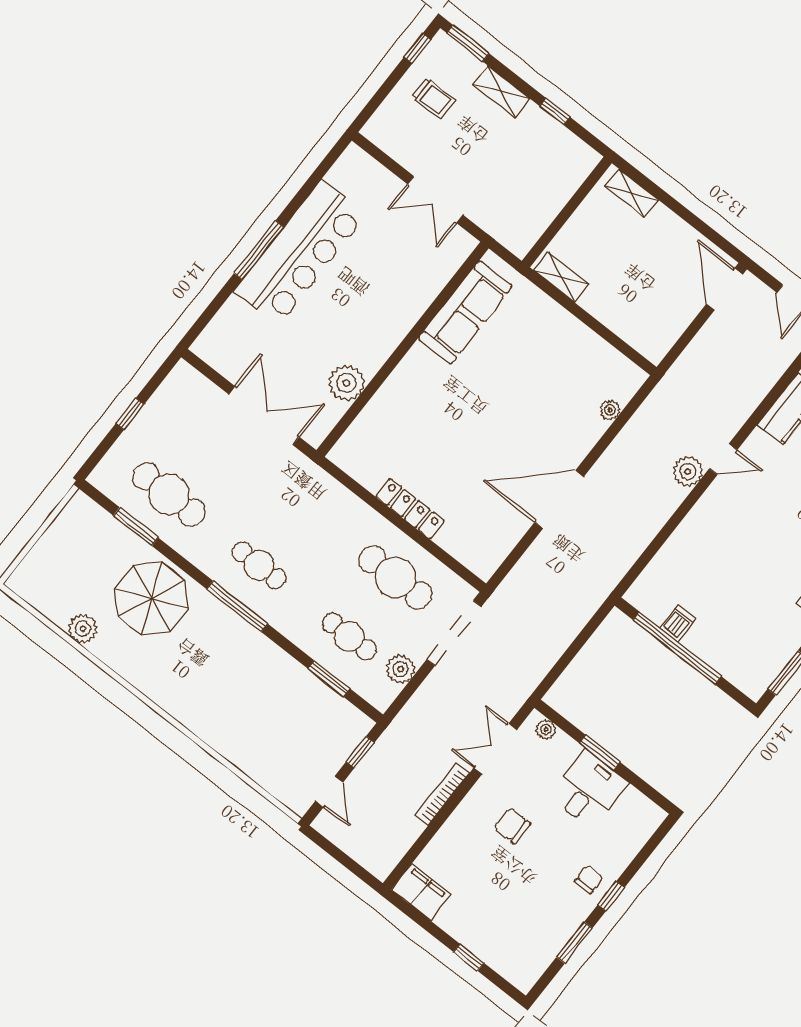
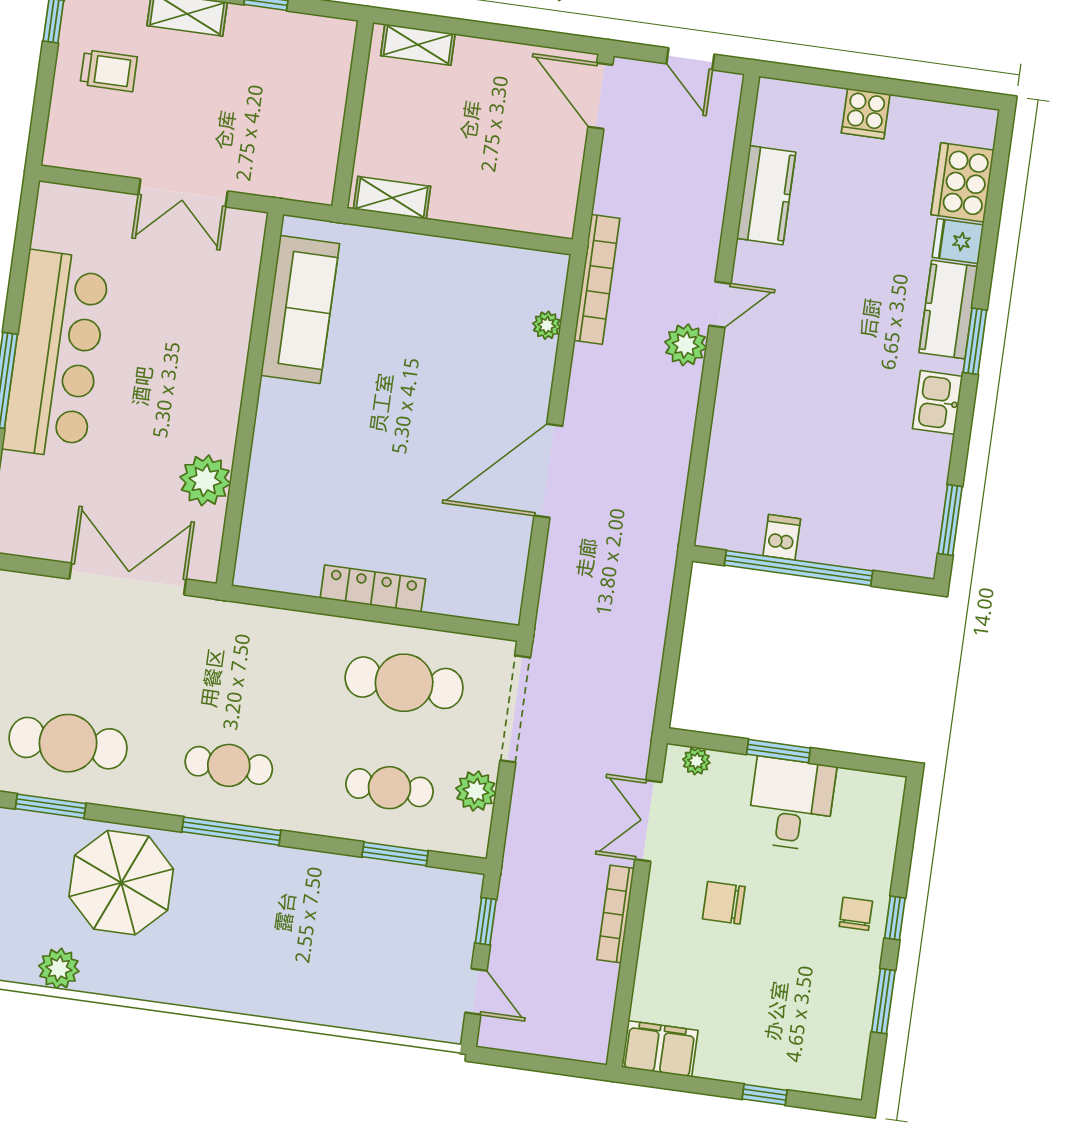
bookcase: (657, 400) -> (597, 279), added

